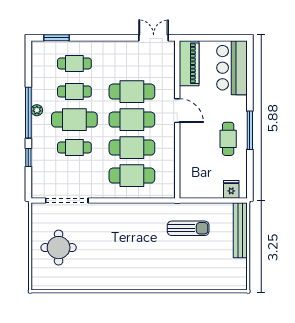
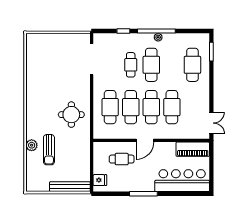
cafe table: (74, 64) -> (192, 65), width x1.37, depth x1.35
bar counter: (232, 68) -> (182, 181), width x1.36
cafe table: (74, 92) -> (172, 65), removed
door: (177, 111) -> (145, 140), moved
cafe table: (228, 139) -> (122, 159), moved
sun lounger: (188, 228) -> (49, 150), moved
round table: (59, 248) -> (71, 115), moved
plant: (184, 282) -> (32, 145), added

